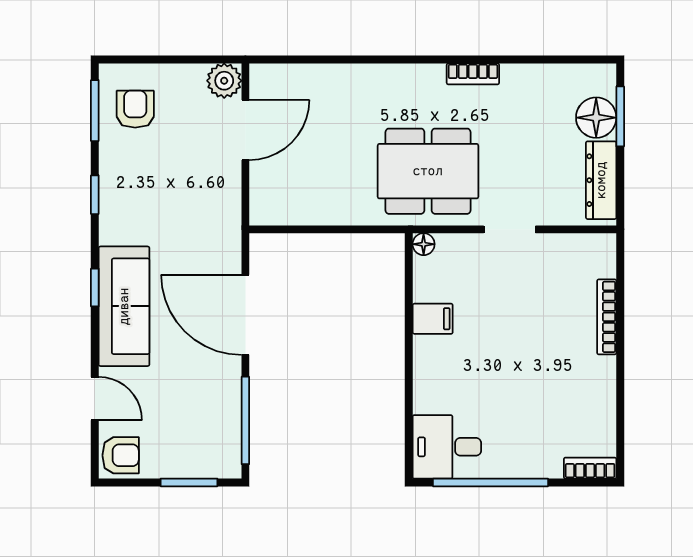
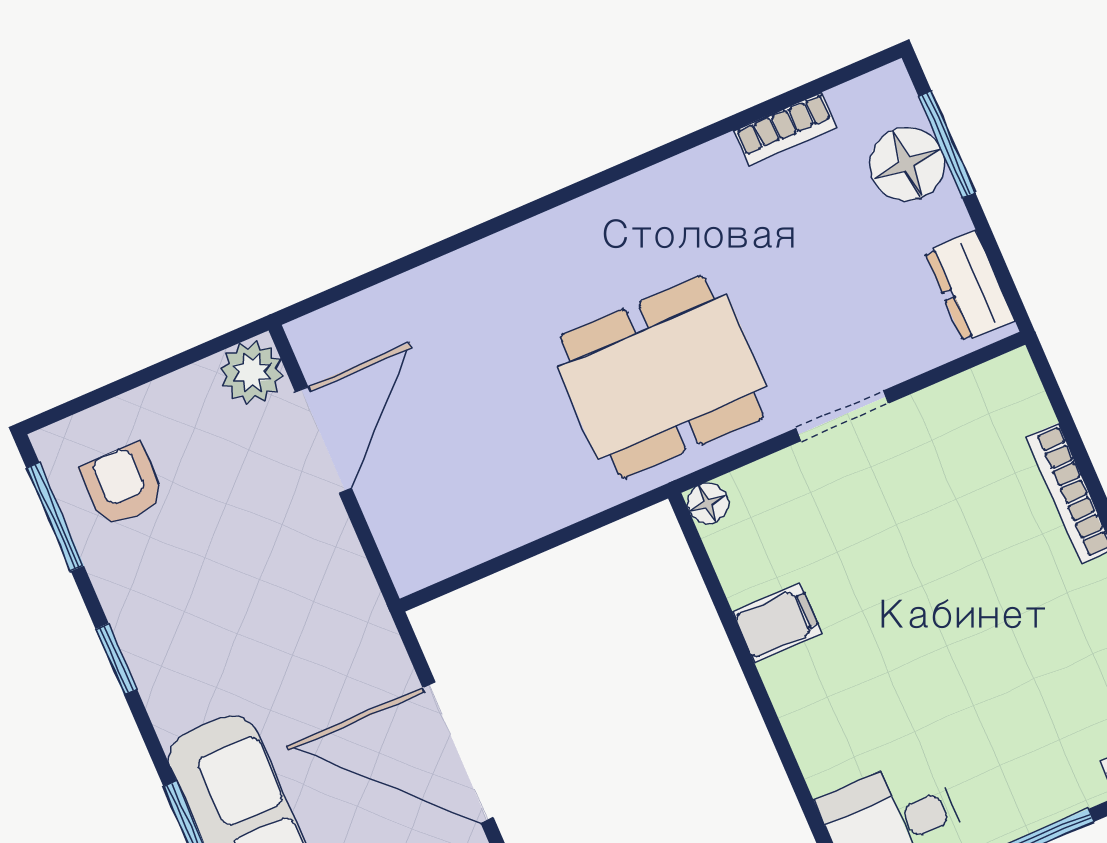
bookcase: (473, 74) -> (786, 129), moved
dresser: (601, 180) -> (970, 286), width x0.70

